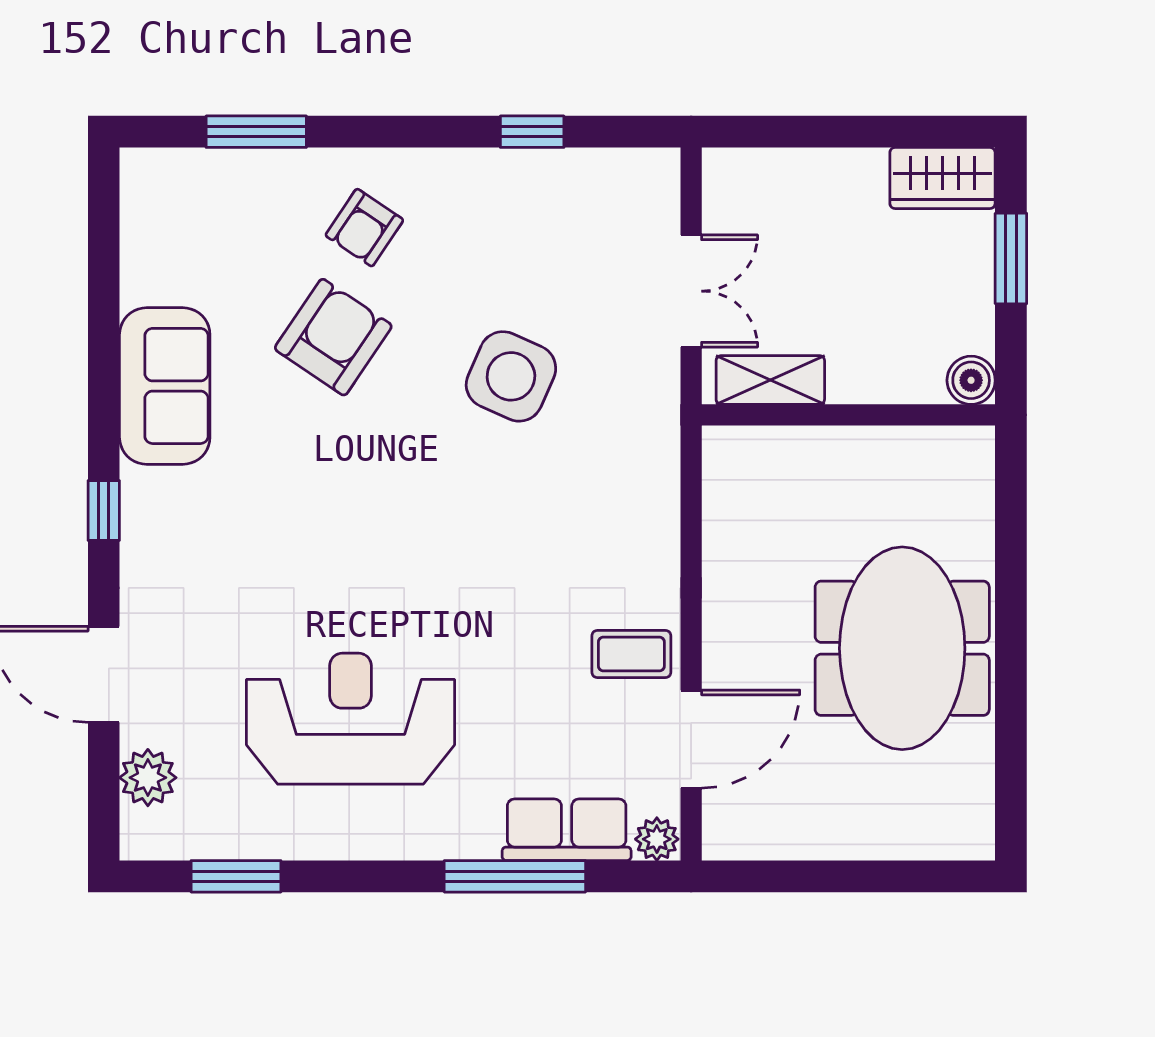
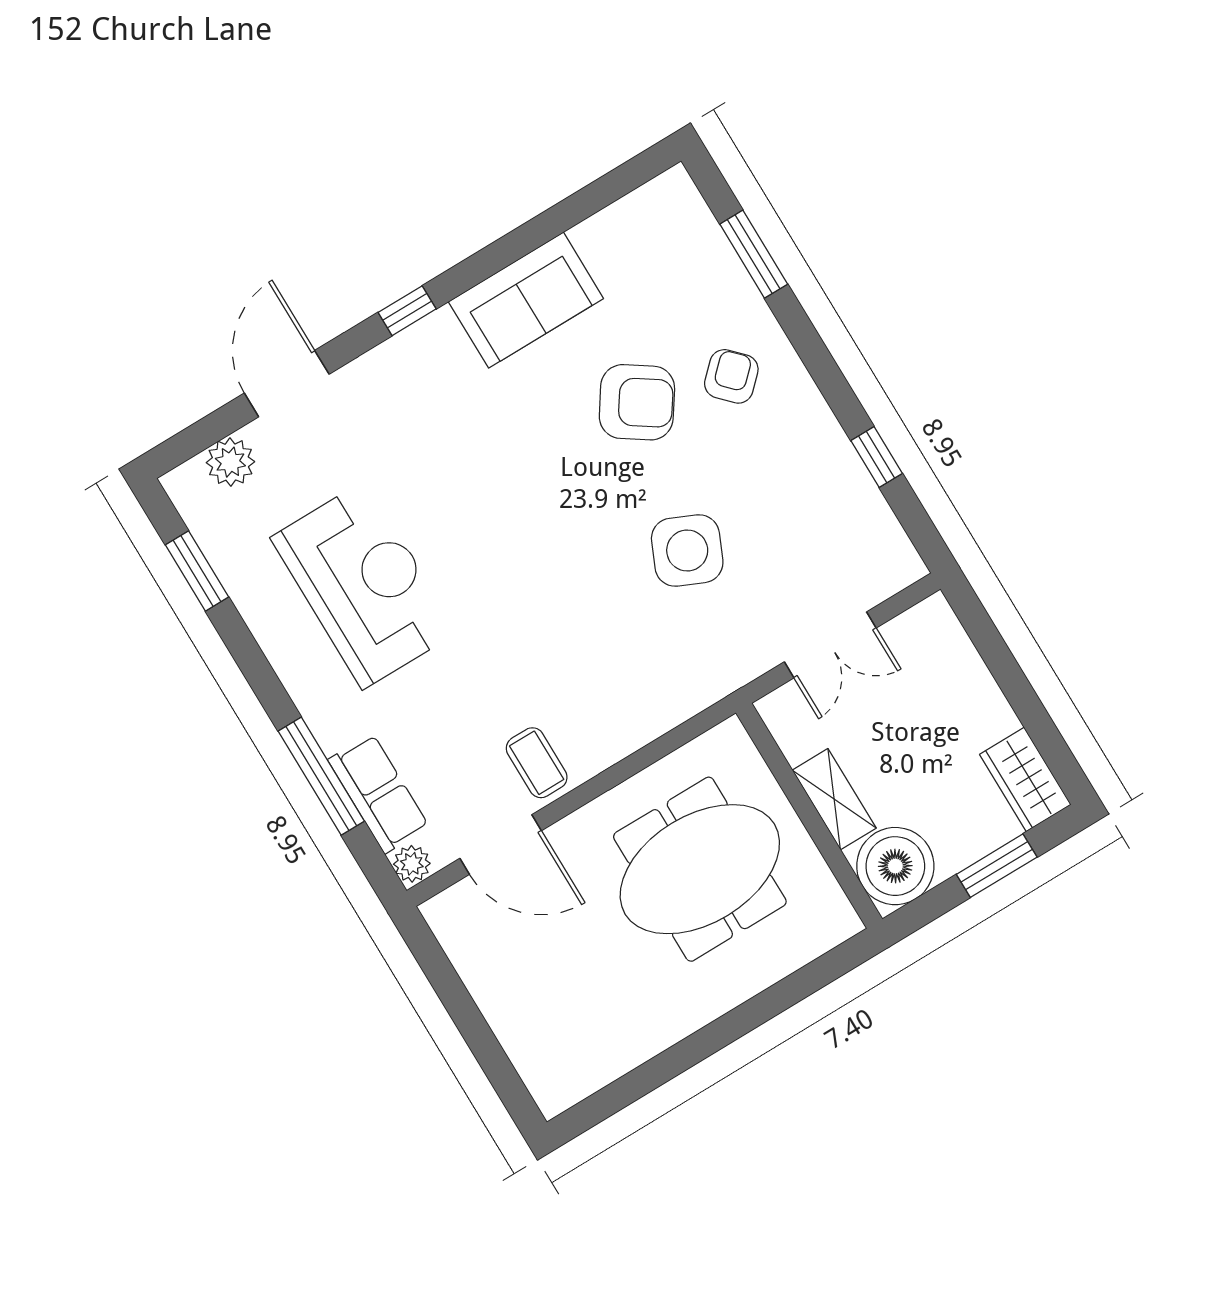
armchair: (364, 228) -> (731, 376), turned 102
shelving: (770, 380) -> (834, 799), moved
boiler: (971, 380) -> (895, 866), width x1.86, depth x1.86
meeting table: (902, 648) -> (700, 869), moved

